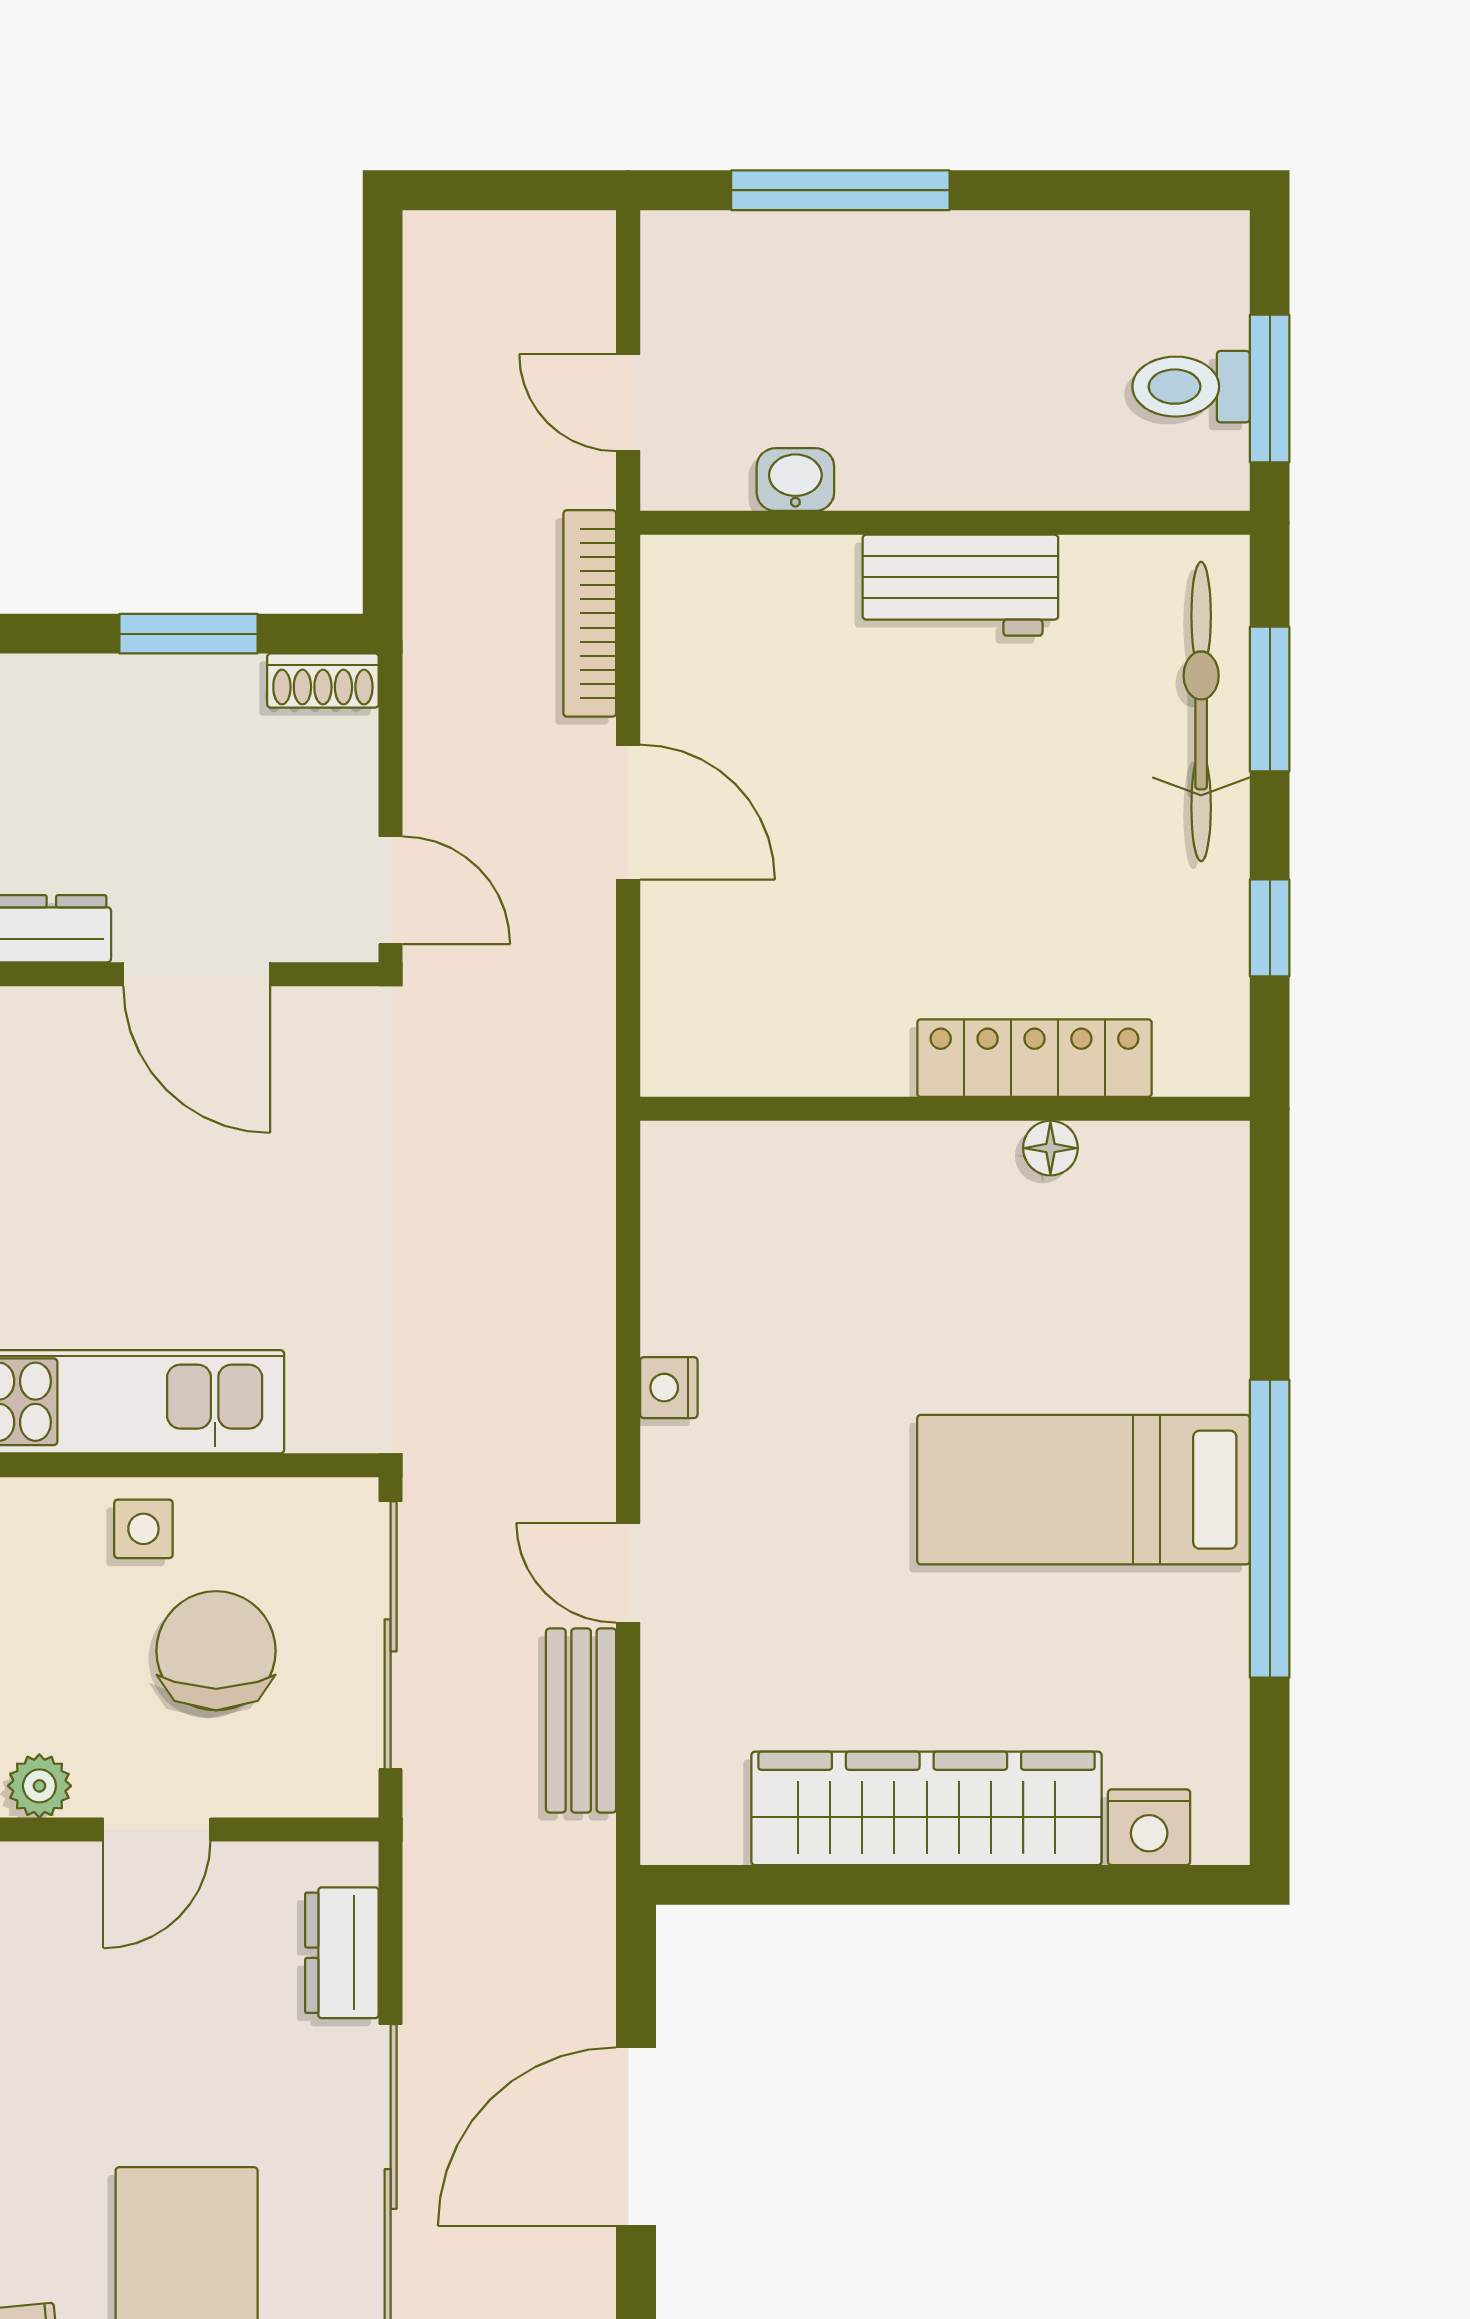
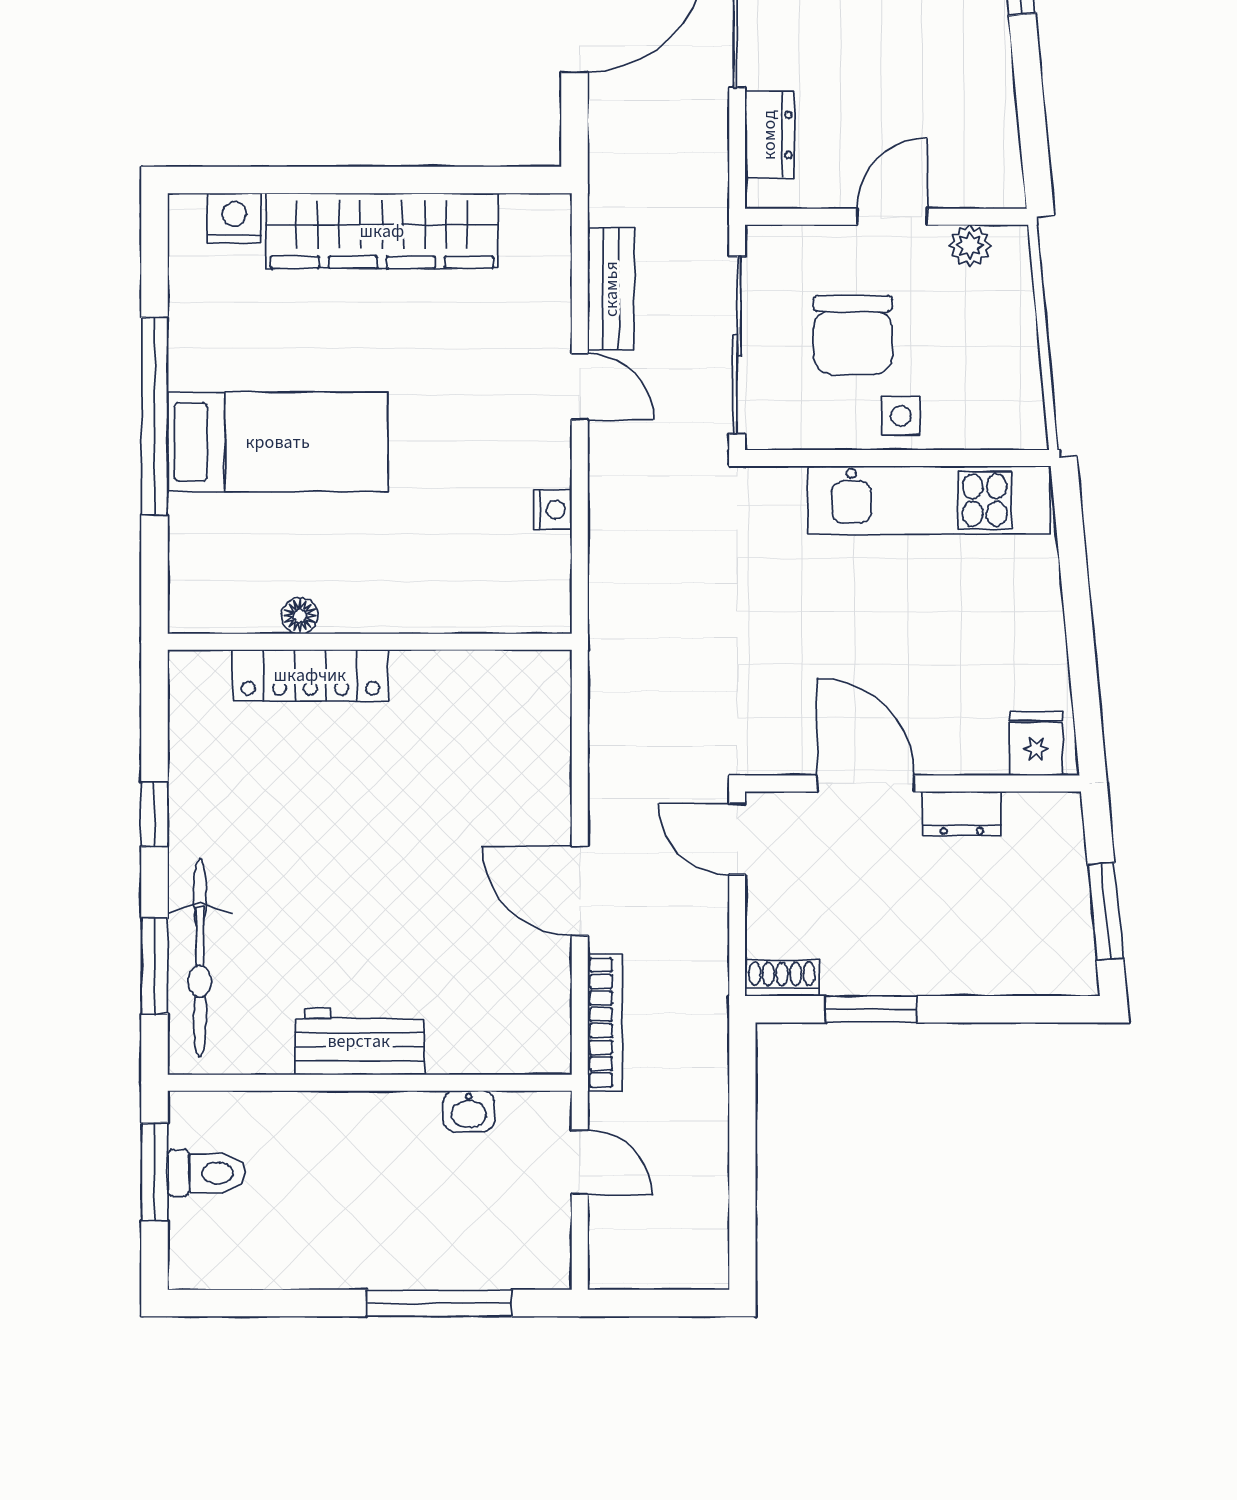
locker: (1034, 1058) -> (310, 675), moved
wall: (945, 1109) -> (370, 642), moved
floor lamp: (1050, 1148) -> (300, 616), moved

